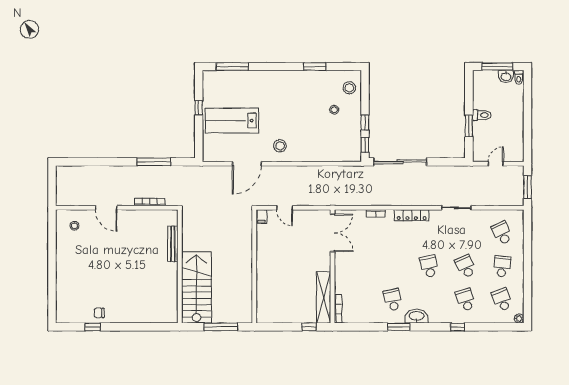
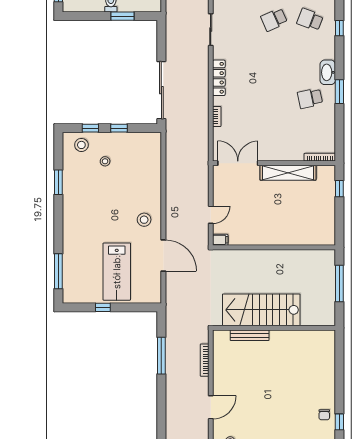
window: (365, 145) -> (90, 128), moved
school desk: (429, 266) -> (274, 59), removed
stairs: (196, 287) -> (261, 310), moved
shelving: (324, 297) -> (288, 173), moved
school desk: (466, 300) -> (310, 20), turned 39

